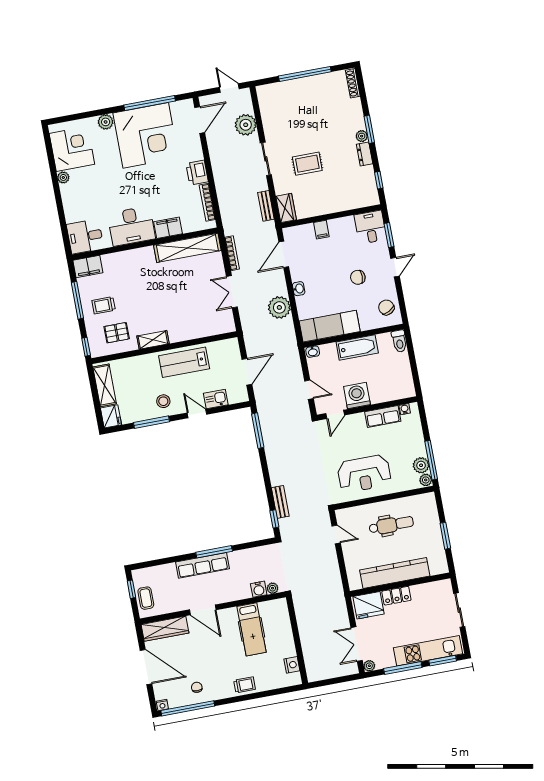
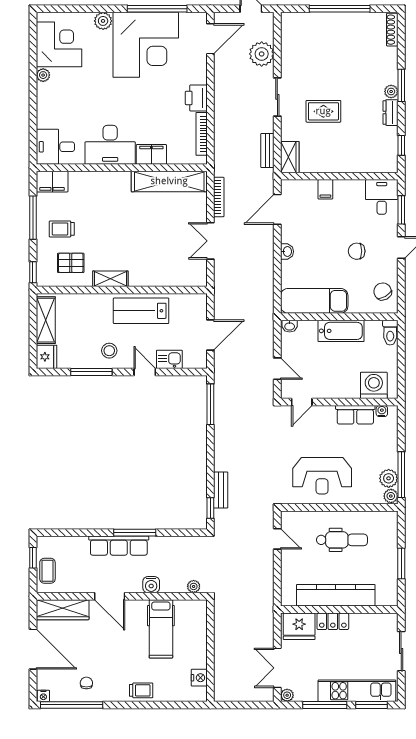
plant: (279, 307) -> (261, 269), removed
washing machine: (357, 396) -> (374, 385), moved
water cooler: (259, 589) -> (151, 585), moved

